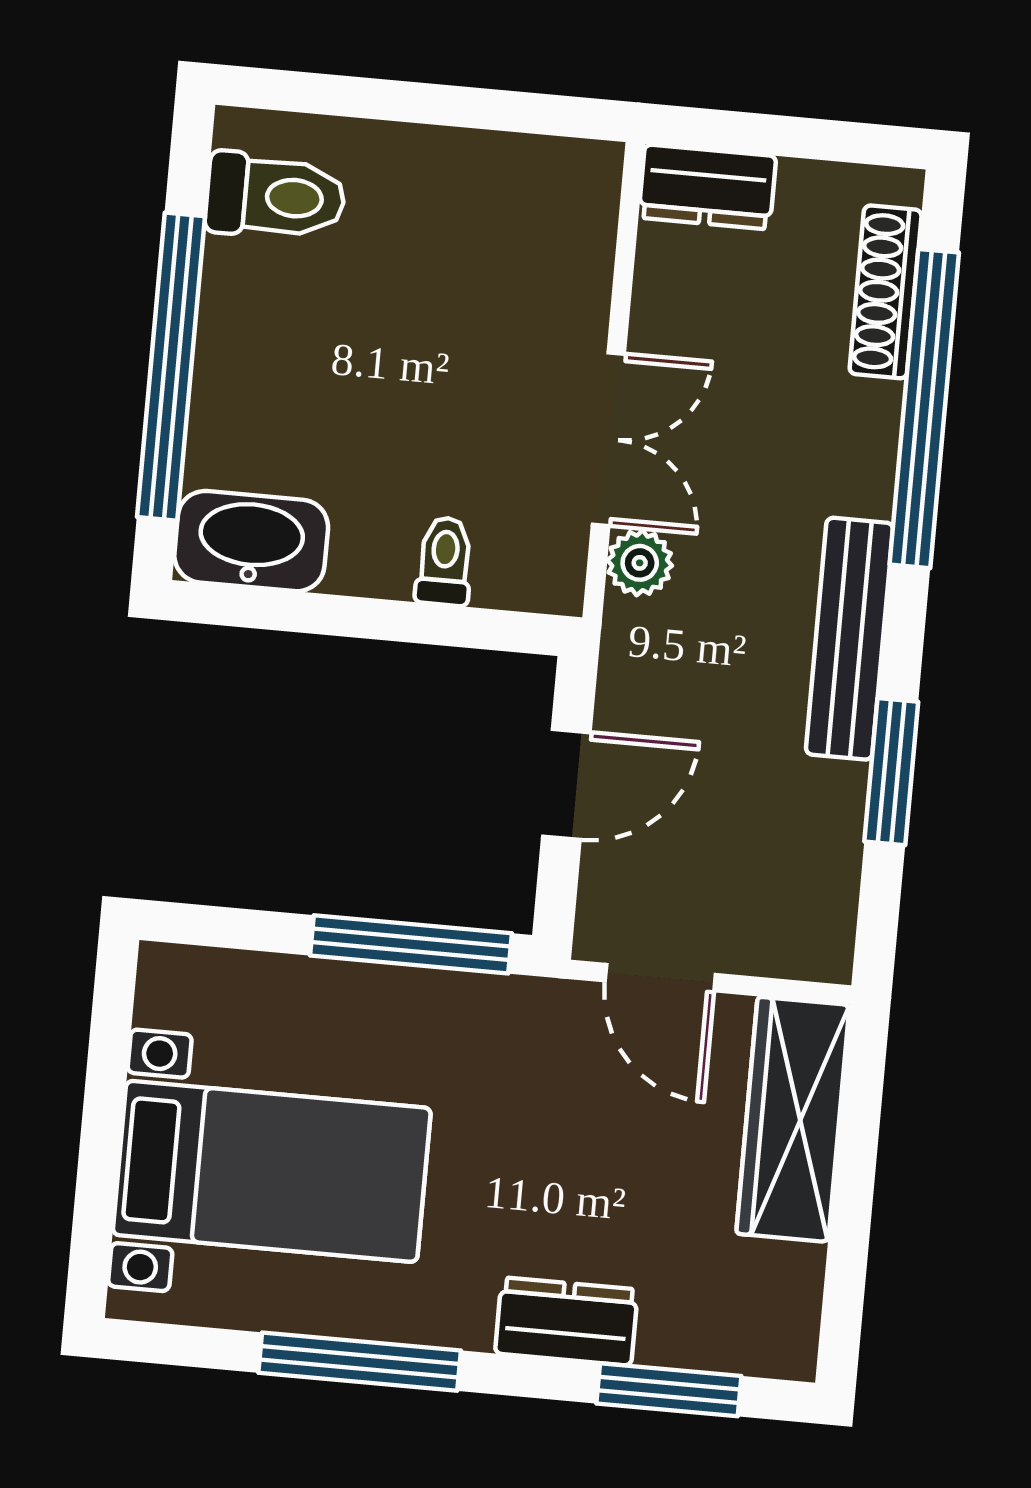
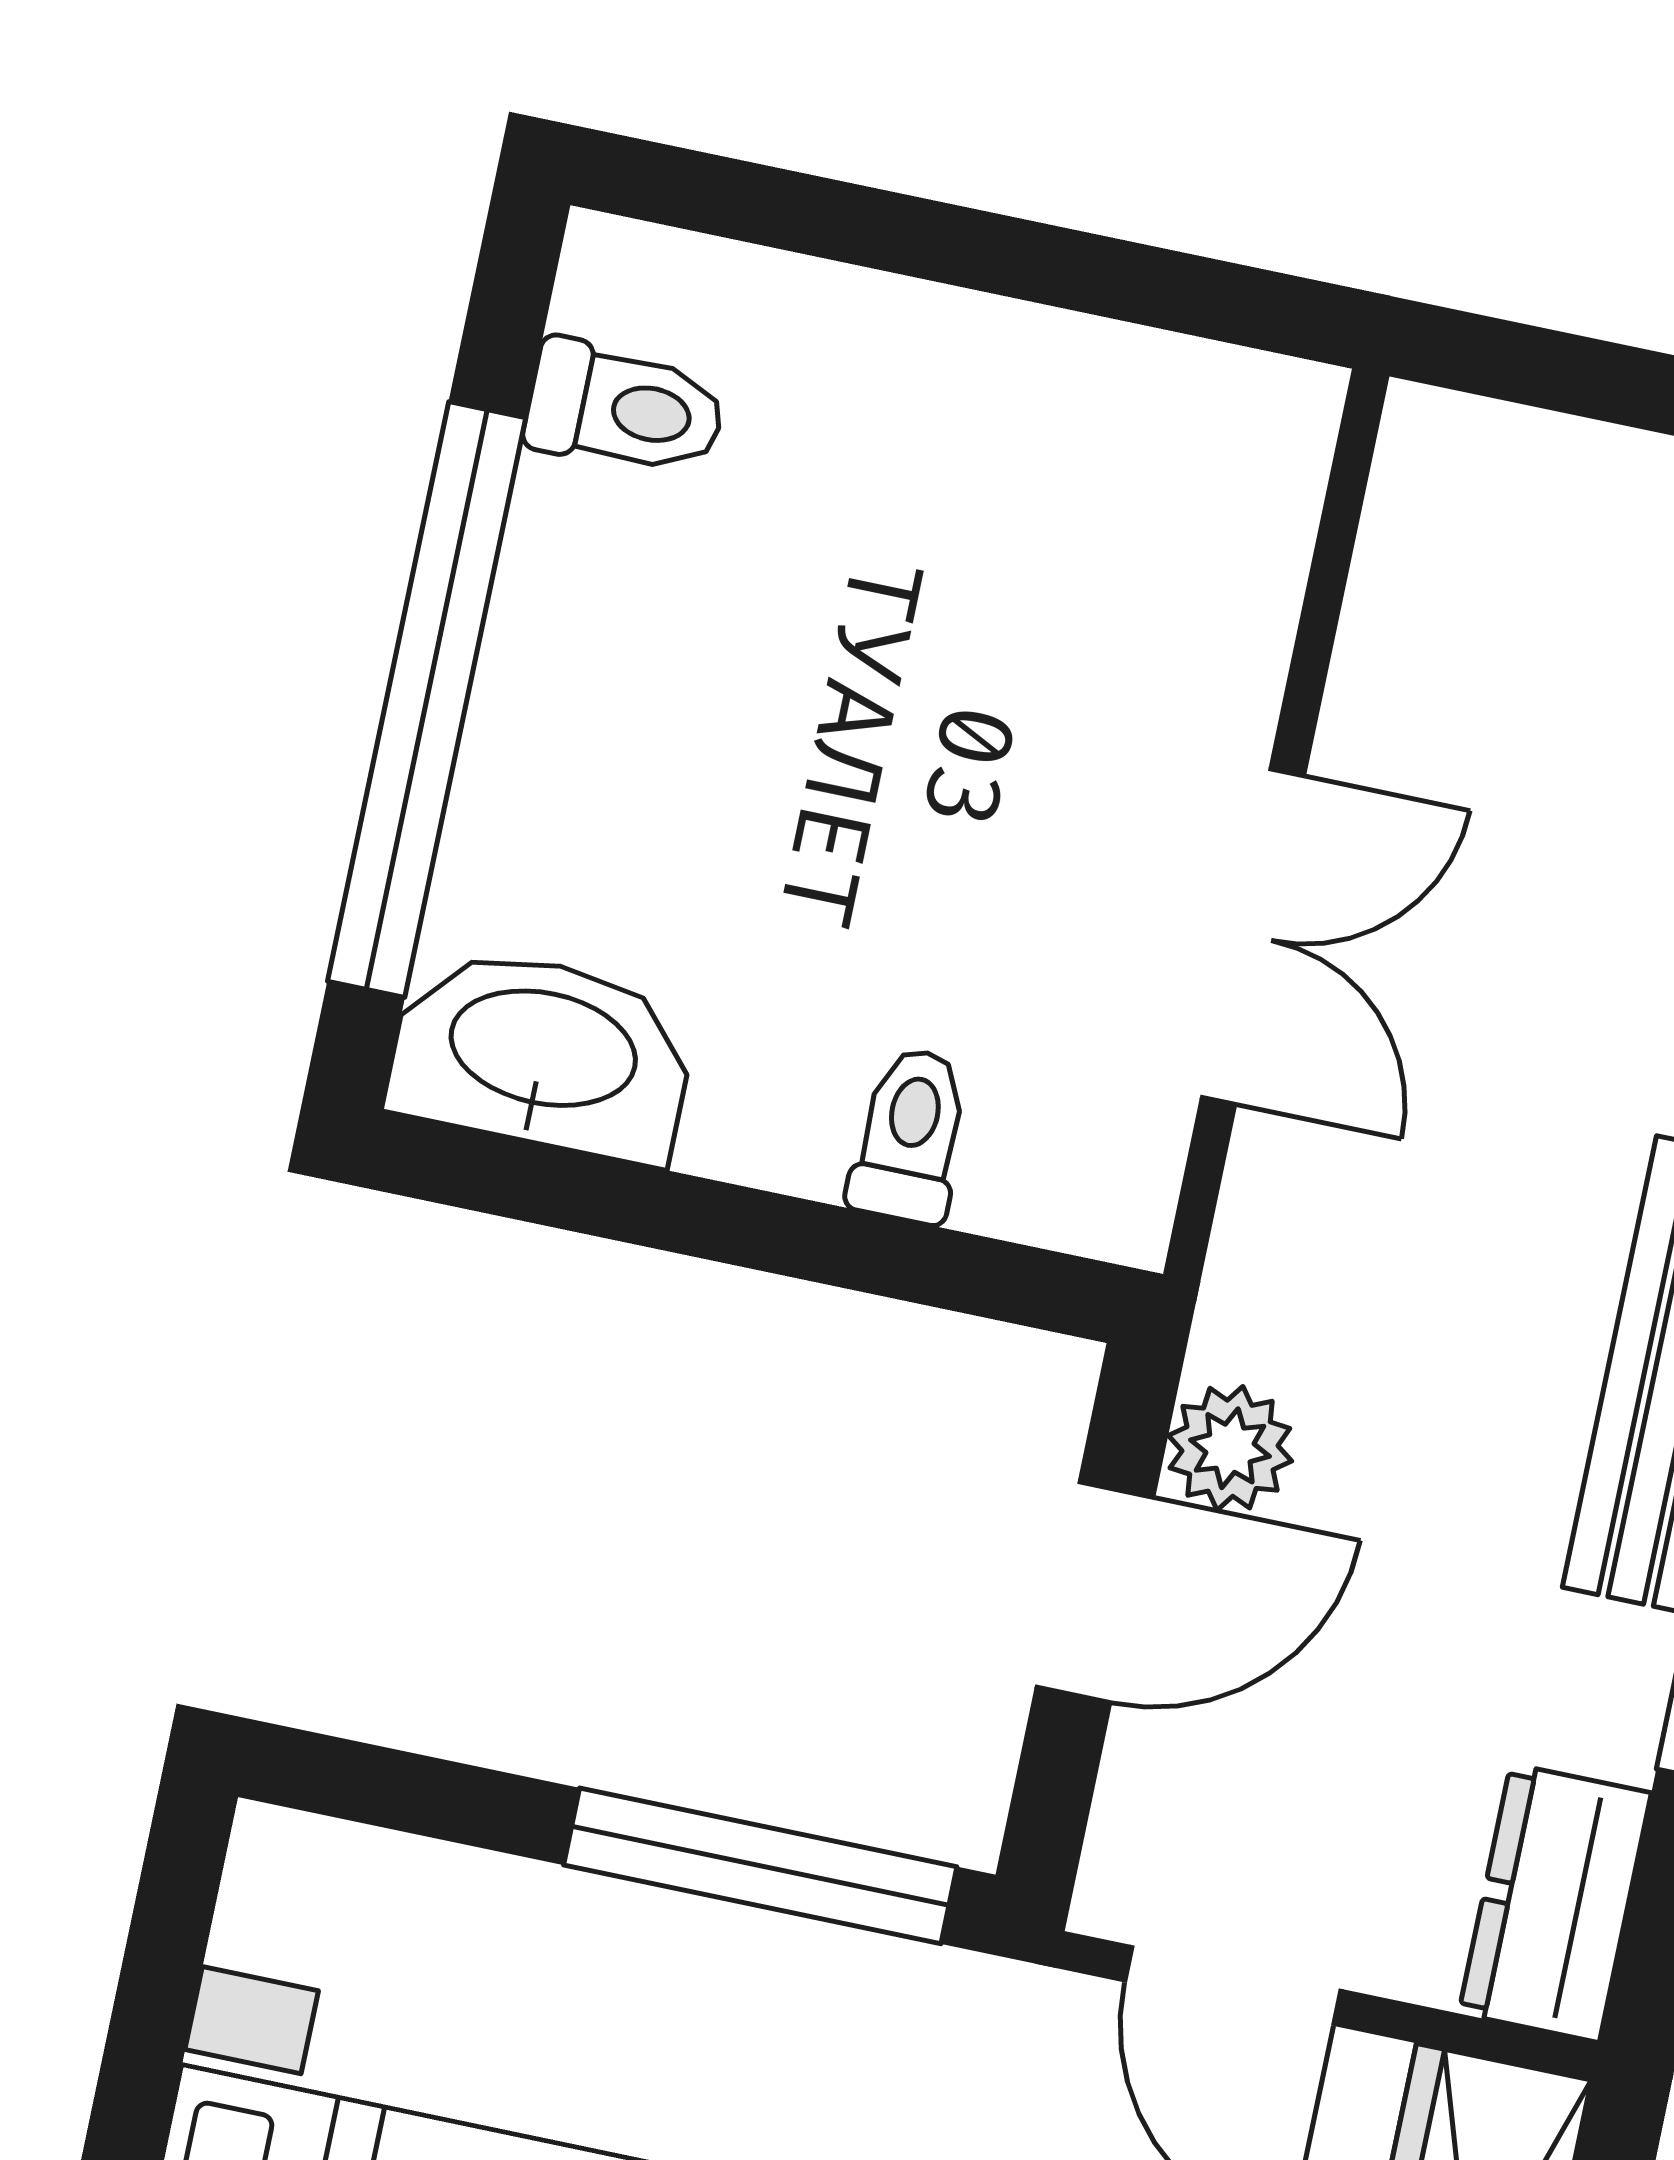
dresser: (707, 187) -> (1555, 1903), moved, turned 90
toilet: (275, 196) -> (625, 409), width x0.73, depth x0.72
plant: (640, 563) -> (1230, 1448), moved

